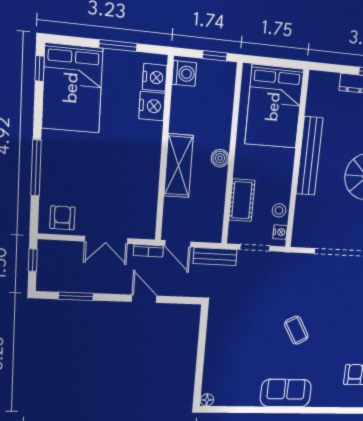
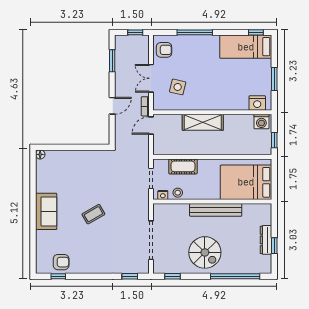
bed: (72, 88) -> (246, 47), width x0.67
nightstand: (152, 106) -> (239, 102), removed
boiler: (220, 158) -> (210, 149), removed
side table: (122, 200) -> (178, 87), added
bench: (215, 257) -> (144, 152), removed

